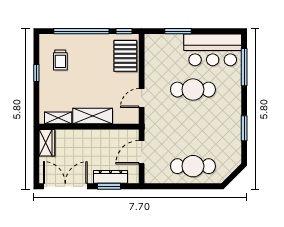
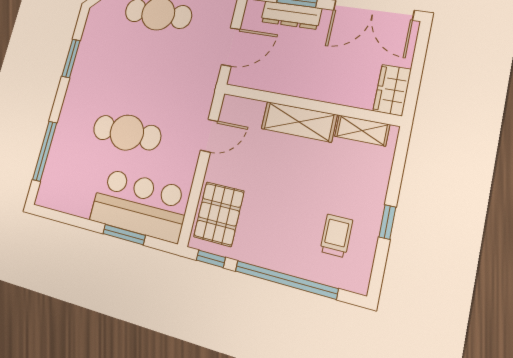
bar counter: (213, 50) -> (139, 205), moved

